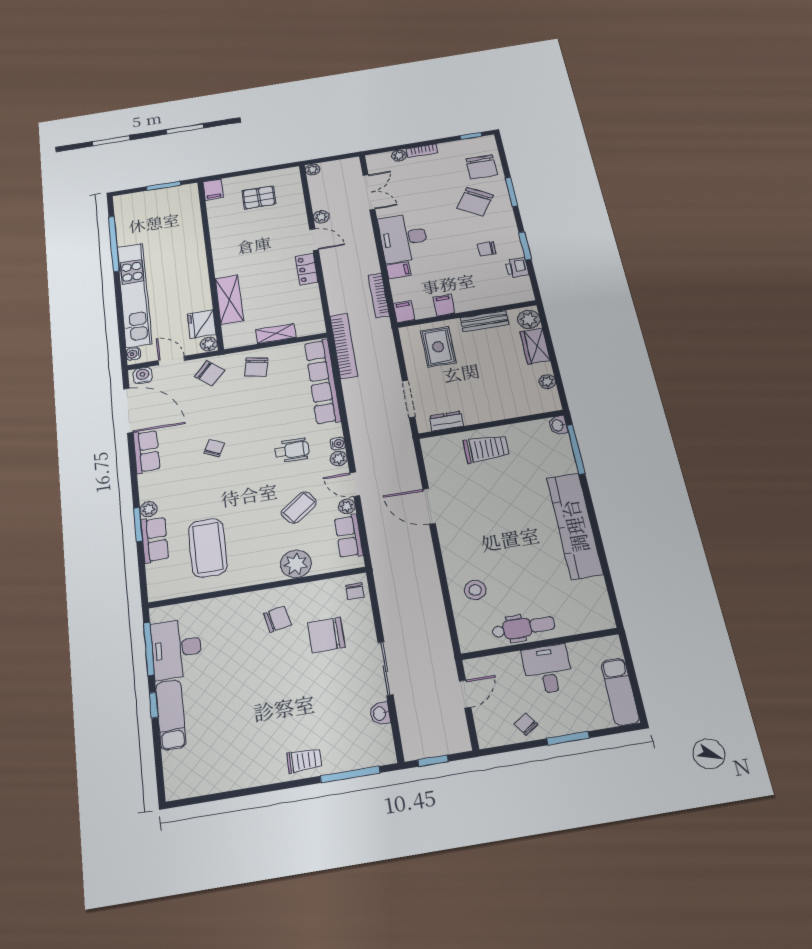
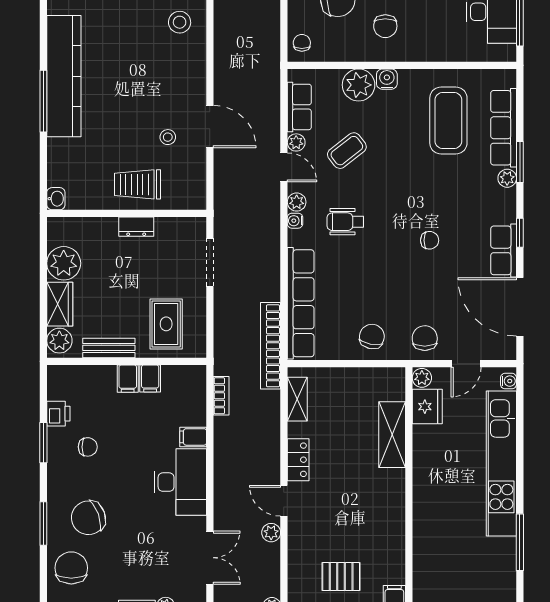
double door: (369, 192) -> (210, 558), swing flipped
chair: (475, 202) -> (88, 518), turned -142
window: (114, 244) -> (520, 542), width x0.68
bookcase: (379, 295) -> (221, 396), width x0.64
filing cabinet: (404, 312) -> (128, 379), moved
shelving: (276, 334) -> (297, 399), moved, turned 90
door: (171, 361) -> (466, 364), hinge flipped
chair: (210, 373) -> (425, 338), turned 47
water cooler: (143, 376) -> (387, 79), moved, turned 180
plant: (547, 382) -> (64, 263), width x1.88, depth x1.88
dresser: (446, 421) -> (136, 227), moved
chair: (214, 448) -> (430, 240), turned -116
window: (576, 449) -> (43, 101), moved
window: (133, 468) -> (520, 233), added
stool: (466, 491) -> (168, 137), added
row of seats: (155, 540) -> (504, 128), width x1.48
chair: (277, 619) -> (385, 26), turned -78

